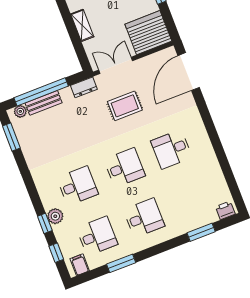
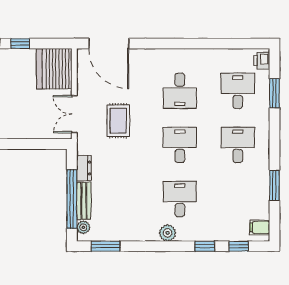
shelving: (82, 25) -> (21, 132), removed
dresser: (84, 87) -> (84, 168), moved
plant: (55, 216) -> (168, 233), moved
desk: (97, 236) -> (238, 91), moved

